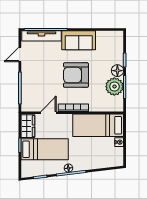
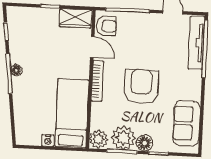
sofa: (79, 40) -> (187, 123), moved
armchair: (32, 103) -> (106, 26), added
plant: (116, 105) -> (99, 139), added
bed: (45, 149) -> (43, 40), removed

